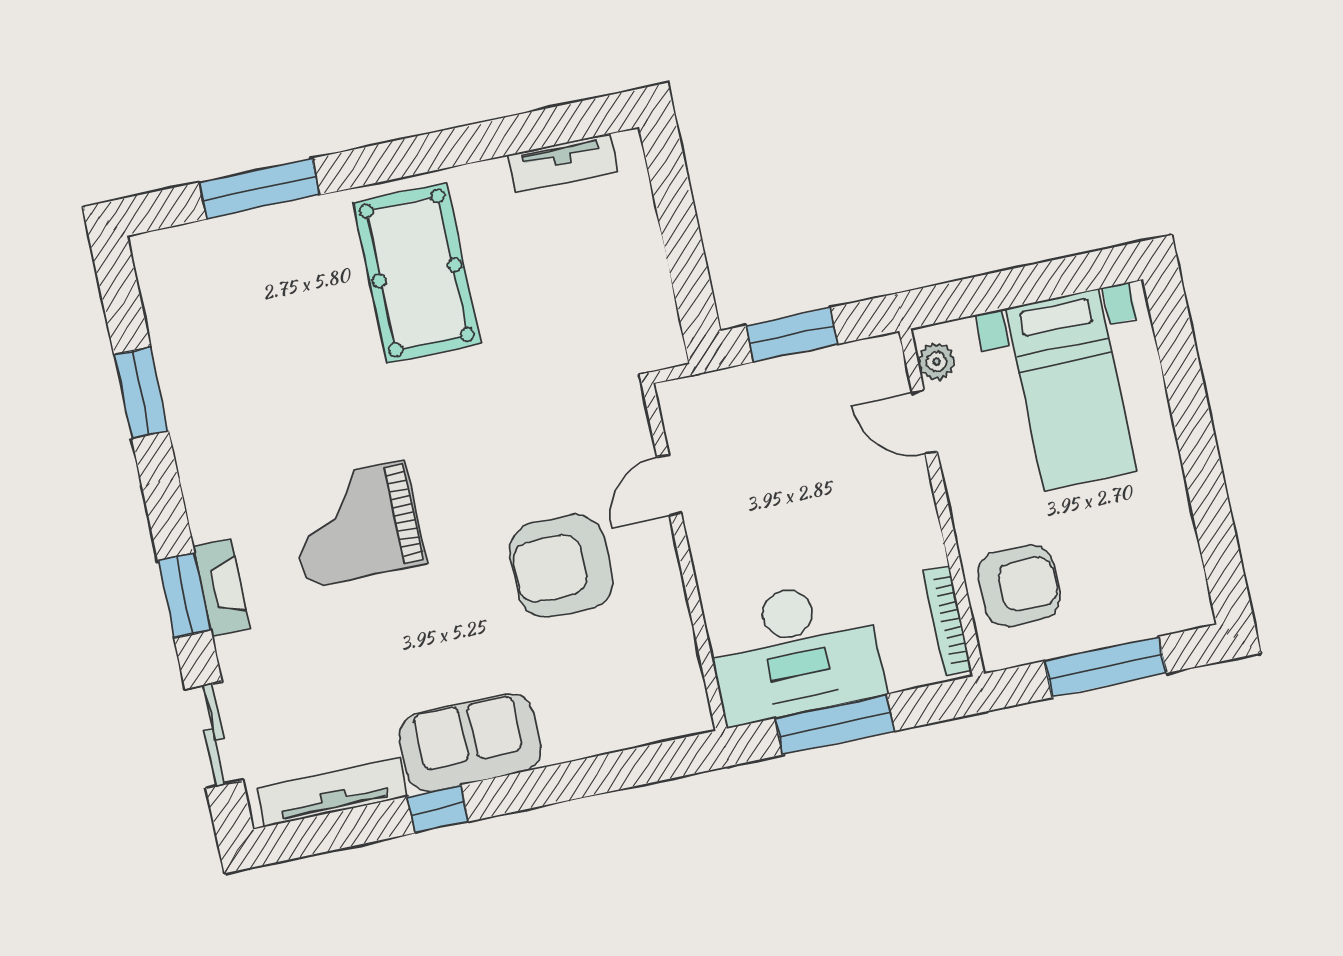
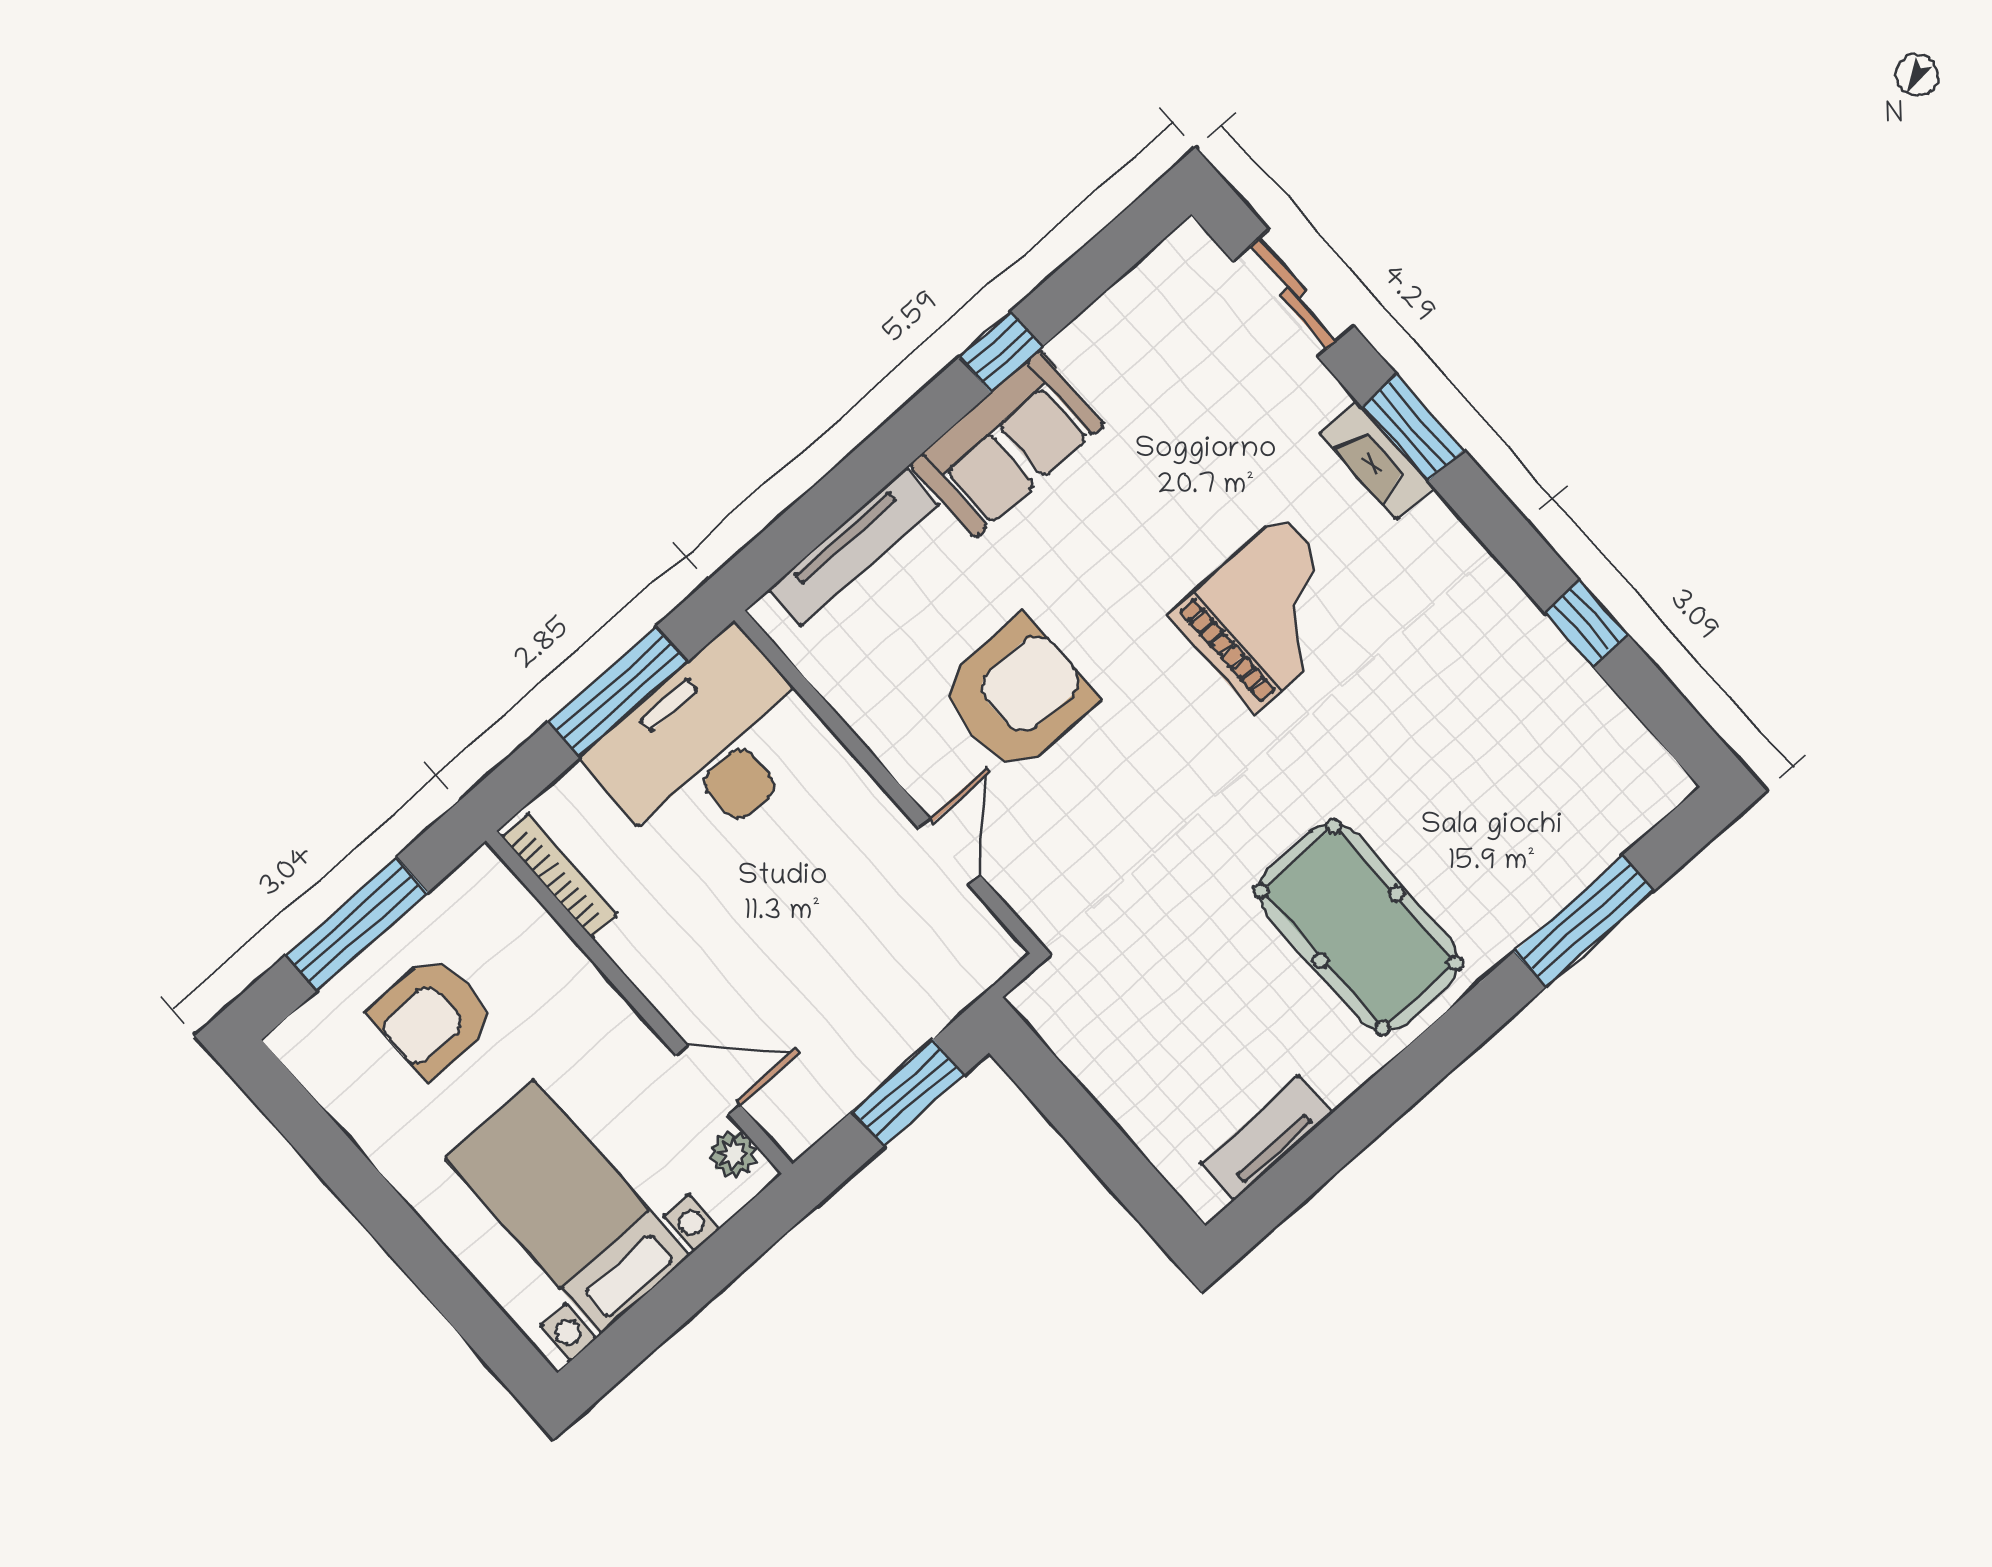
window: (141, 393) -> (1586, 624), width x0.67
armchair: (1019, 586) -> (432, 1017), moved
tv unit: (332, 792) -> (854, 547), moved

